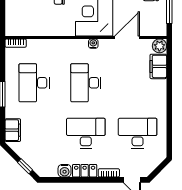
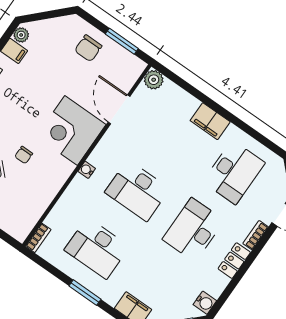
water cooler: (93, 44) -> (87, 170), moved
filing cabinet: (158, 66) -> (210, 121), moved
desk: (138, 133) -> (234, 172), turned 180
water cooler: (65, 171) -> (205, 303), moved

